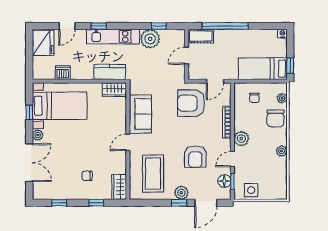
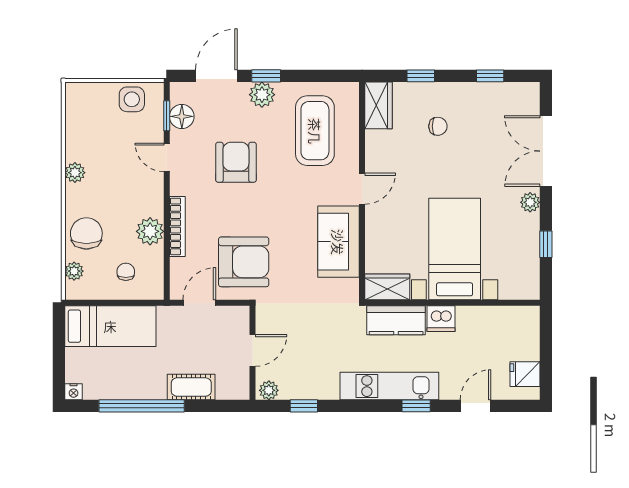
window: (225, 26) -> (142, 406), moved
cot: (201, 36) -> (191, 387), moved
plant: (150, 39) -> (269, 390), moved, width x0.53, depth x0.53
fridge: (43, 43) -> (525, 374), width x0.53, depth x0.75
window: (290, 66) -> (59, 332), removed
dishwasher: (63, 73) -> (441, 319), moved
bed with nightstands: (60, 106) -> (455, 249), moved, turned 90
plant: (241, 139) -> (150, 231), moved
door: (232, 159) -> (167, 157), swing flipped

